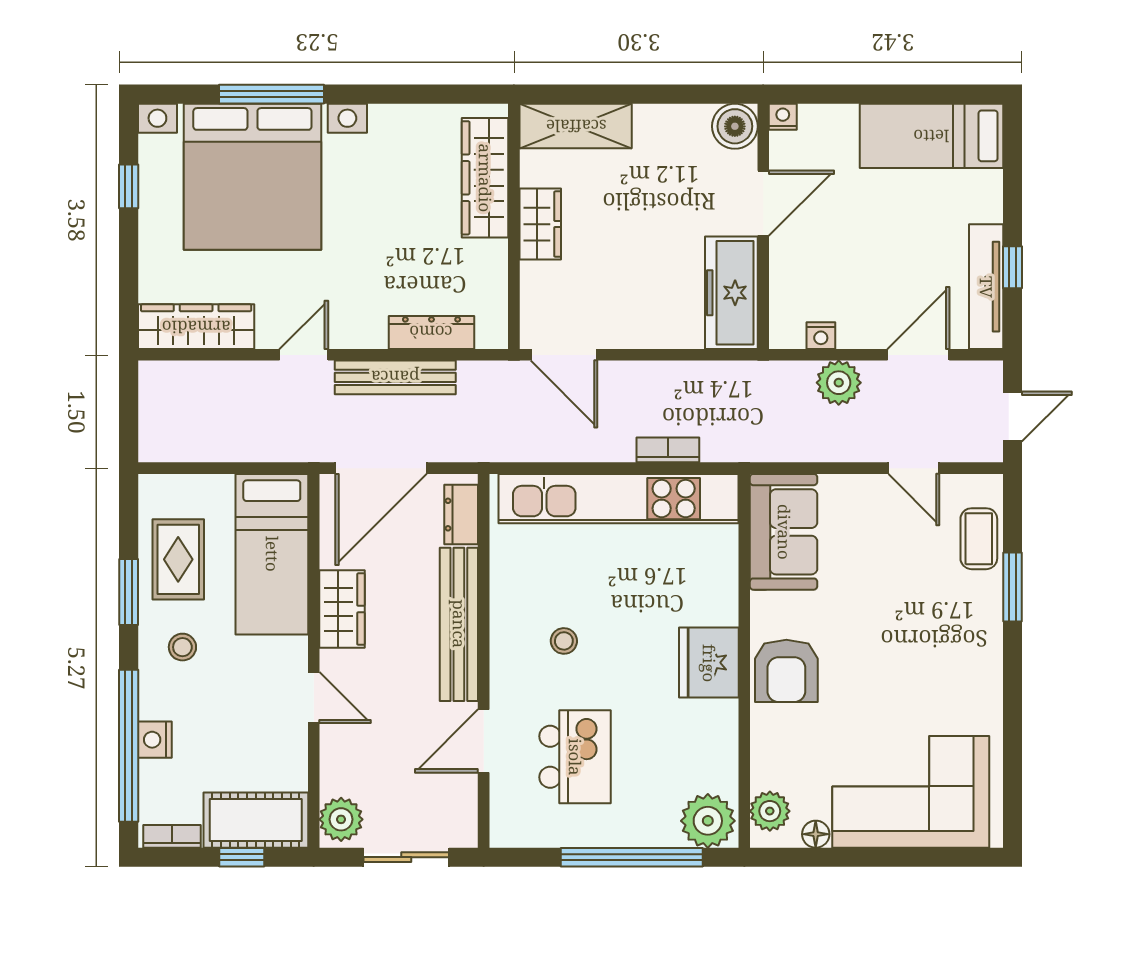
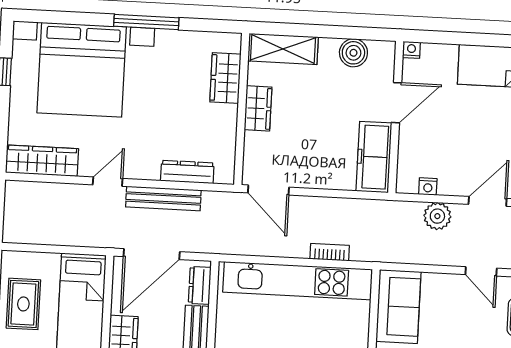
window: (271, 94) -> (146, 22), moved
boiler: (735, 126) -> (353, 53), moved
wardrobe: (485, 178) -> (225, 78), width x0.67

